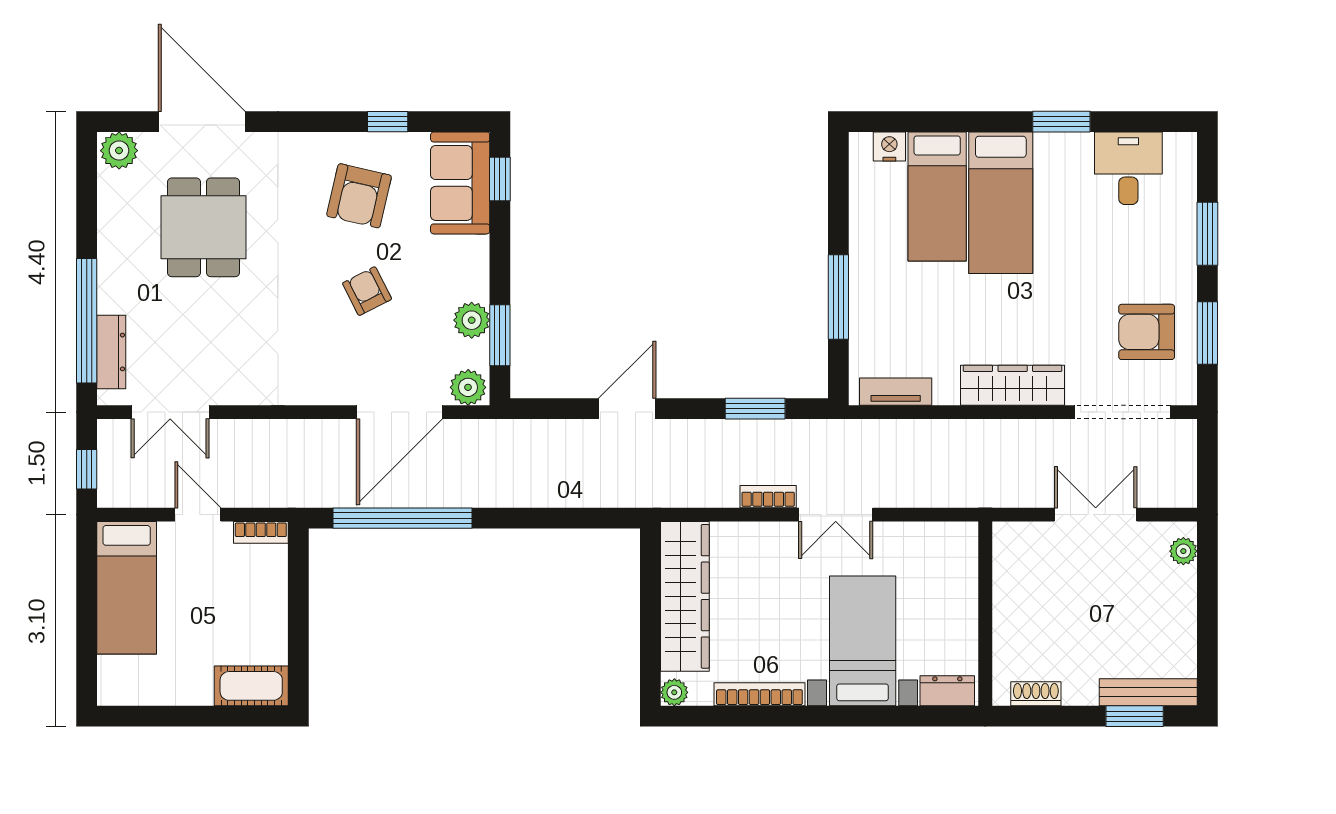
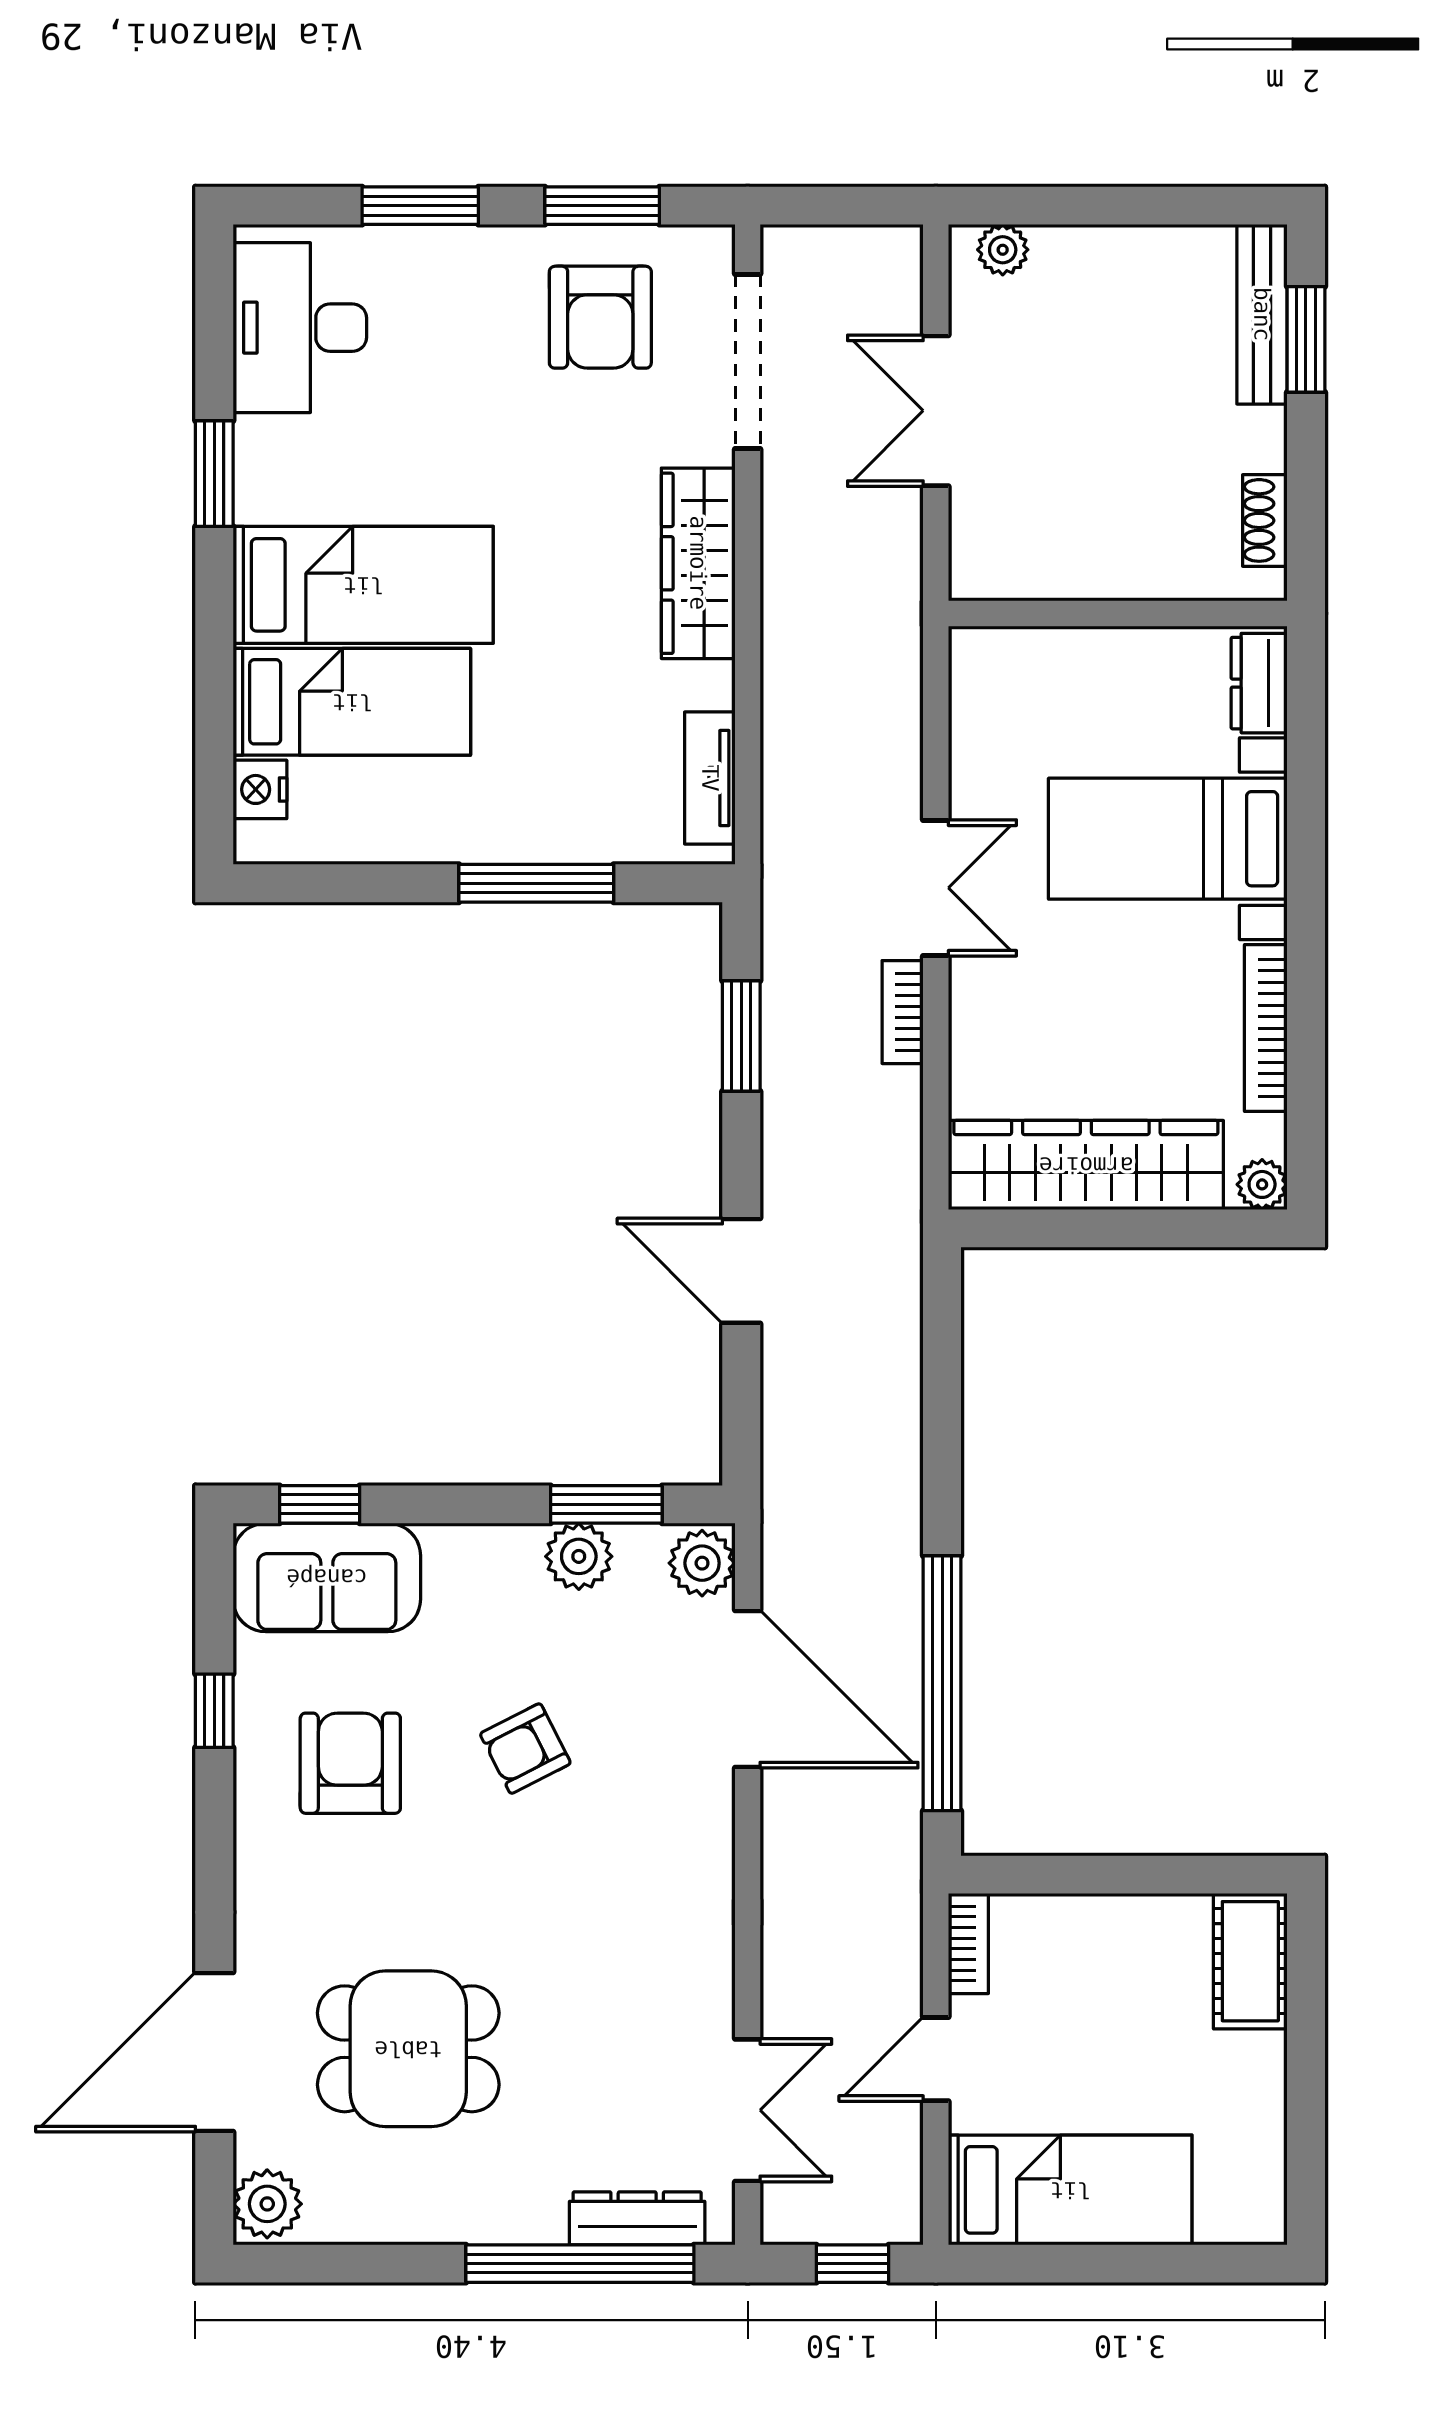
desk: (1128, 168) -> (300, 328), width x1.37
armchair: (359, 196) -> (350, 1763), turned -103

